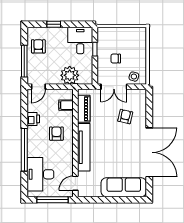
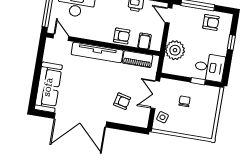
armchair: (56, 134) -> (122, 36), moved

